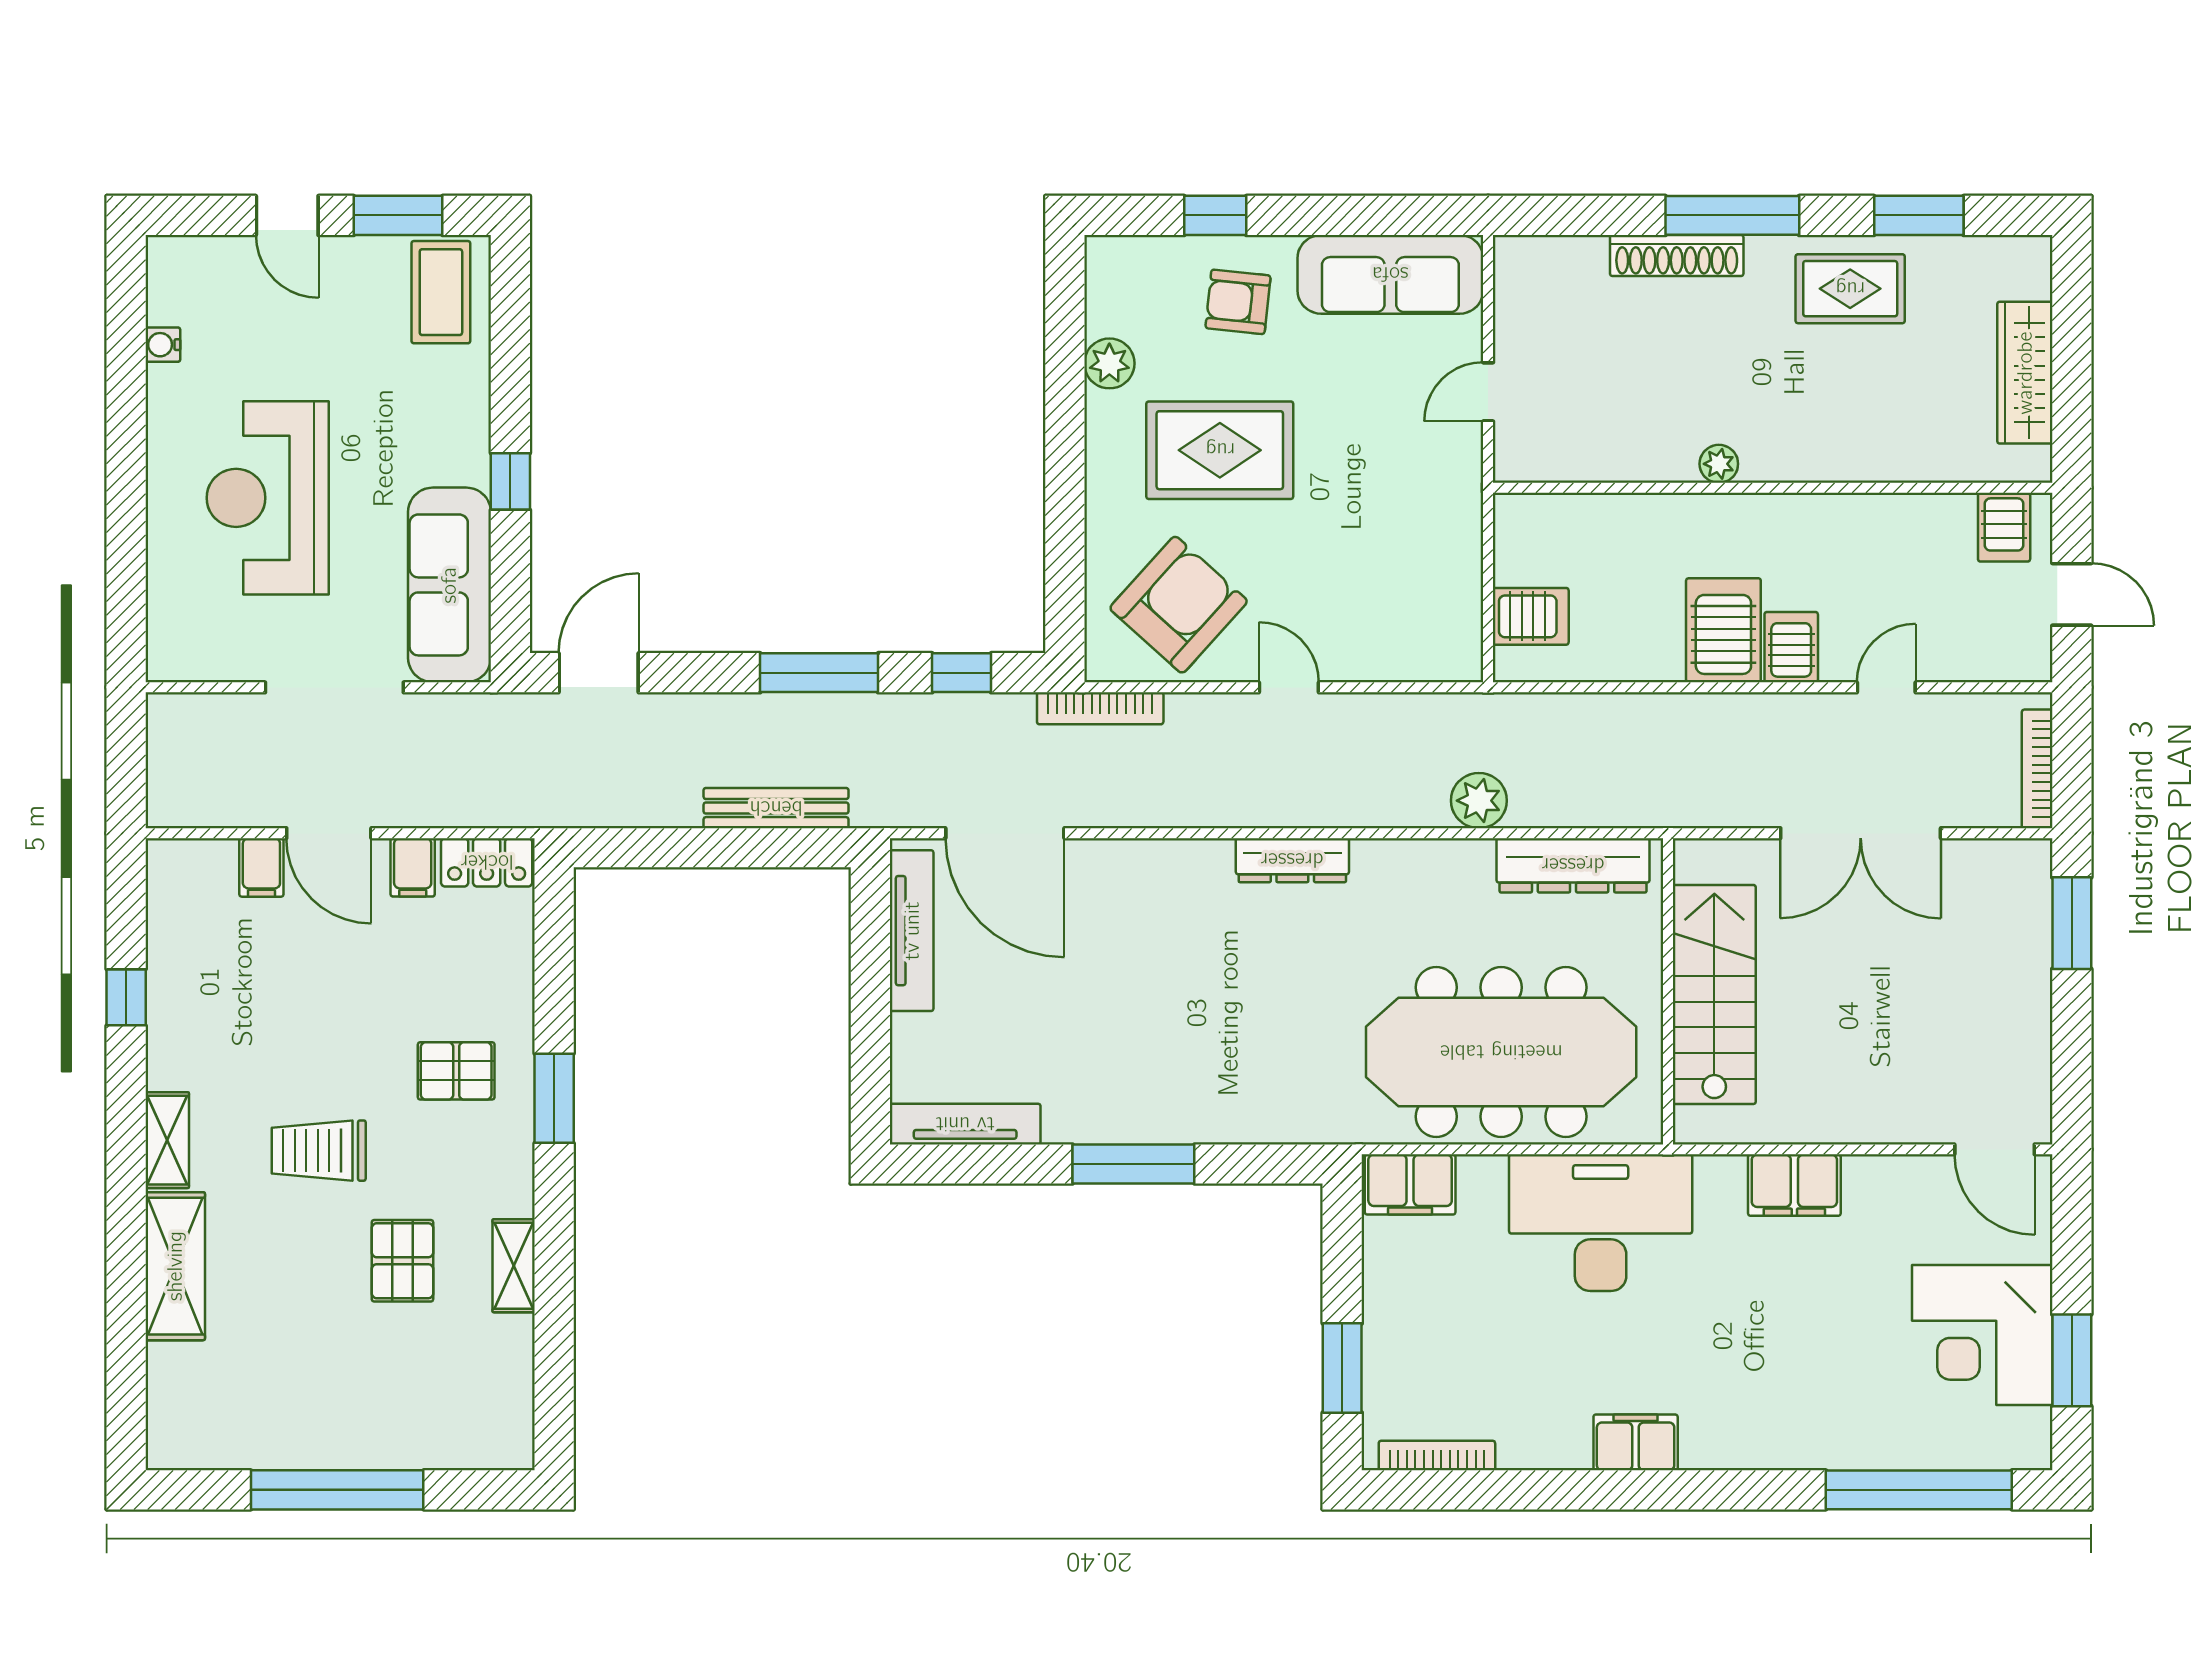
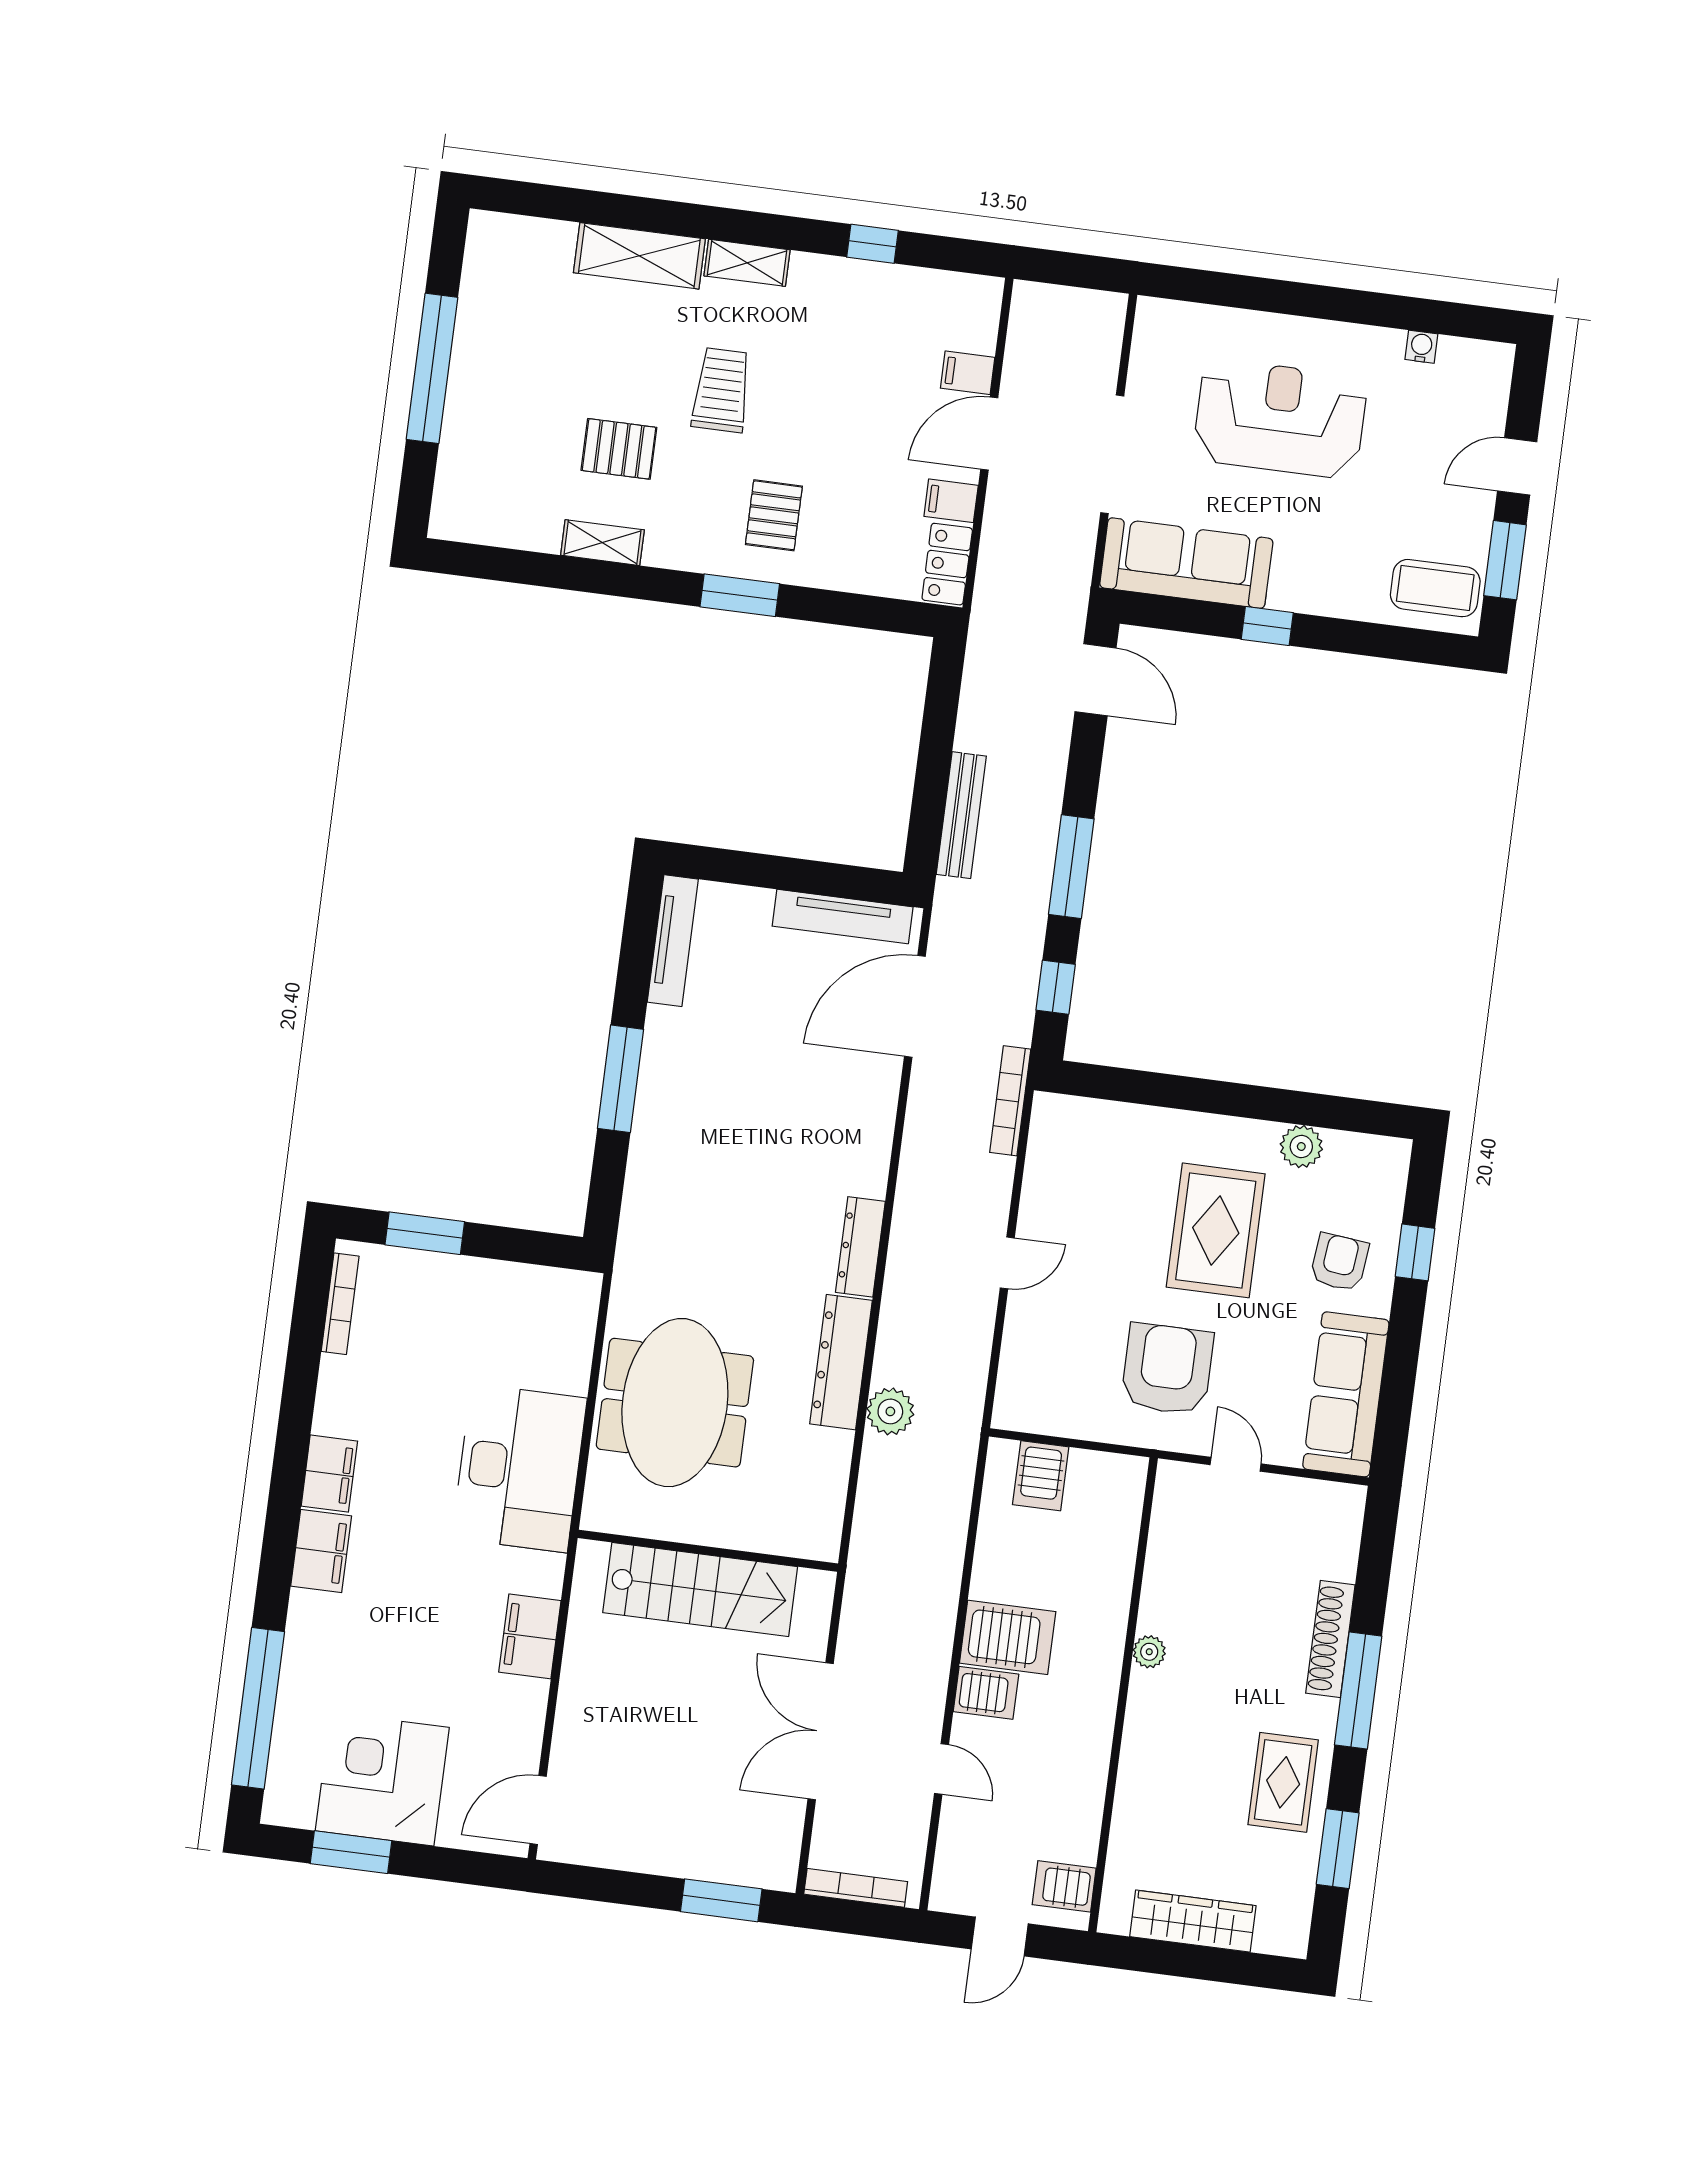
armchair: (1179, 605) -> (1167, 1369), moved, turned -132
dresser: (1573, 865) -> (841, 1362), moved
meeting table: (1501, 1052) -> (675, 1403), width x0.73
filing cabinet: (1410, 1184) -> (321, 1551), moved, turned 180

